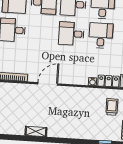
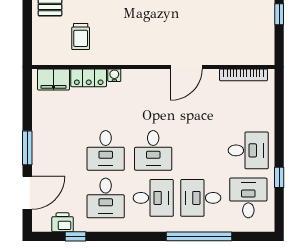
desk: (71, 34) -> (153, 150), turned 90

